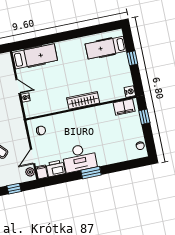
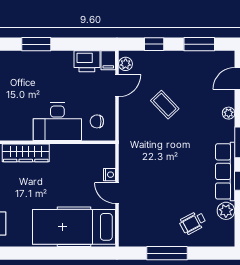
hospital bed: (35, 56) -> (74, 227), width x1.37, depth x1.29
desk: (79, 158) -> (57, 122), moved, turned 180

